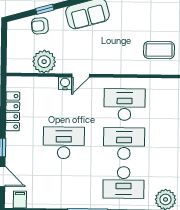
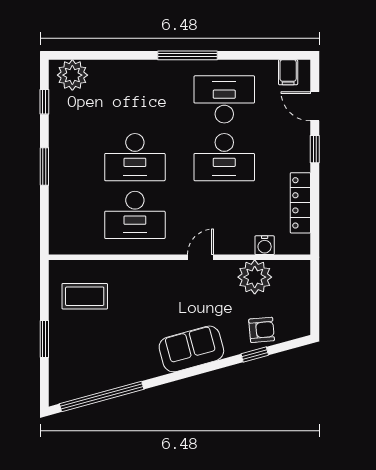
water cooler: (65, 83) -> (265, 245), moved
desk: (124, 182) -> (224, 99), moved

